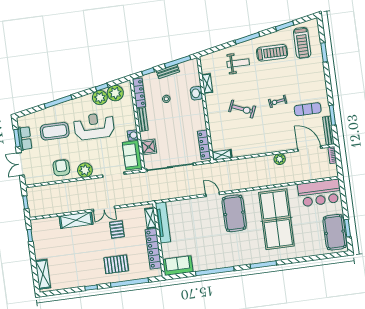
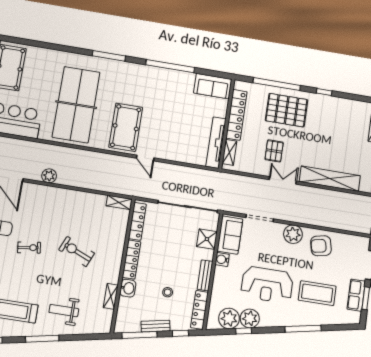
locker: (200, 115) -> (131, 260), added
armchair: (61, 168) -> (321, 246), turned 78
shelving: (76, 220) -> (330, 179), width x1.47
pallet: (116, 264) -> (287, 110), width x1.37, depth x1.41

